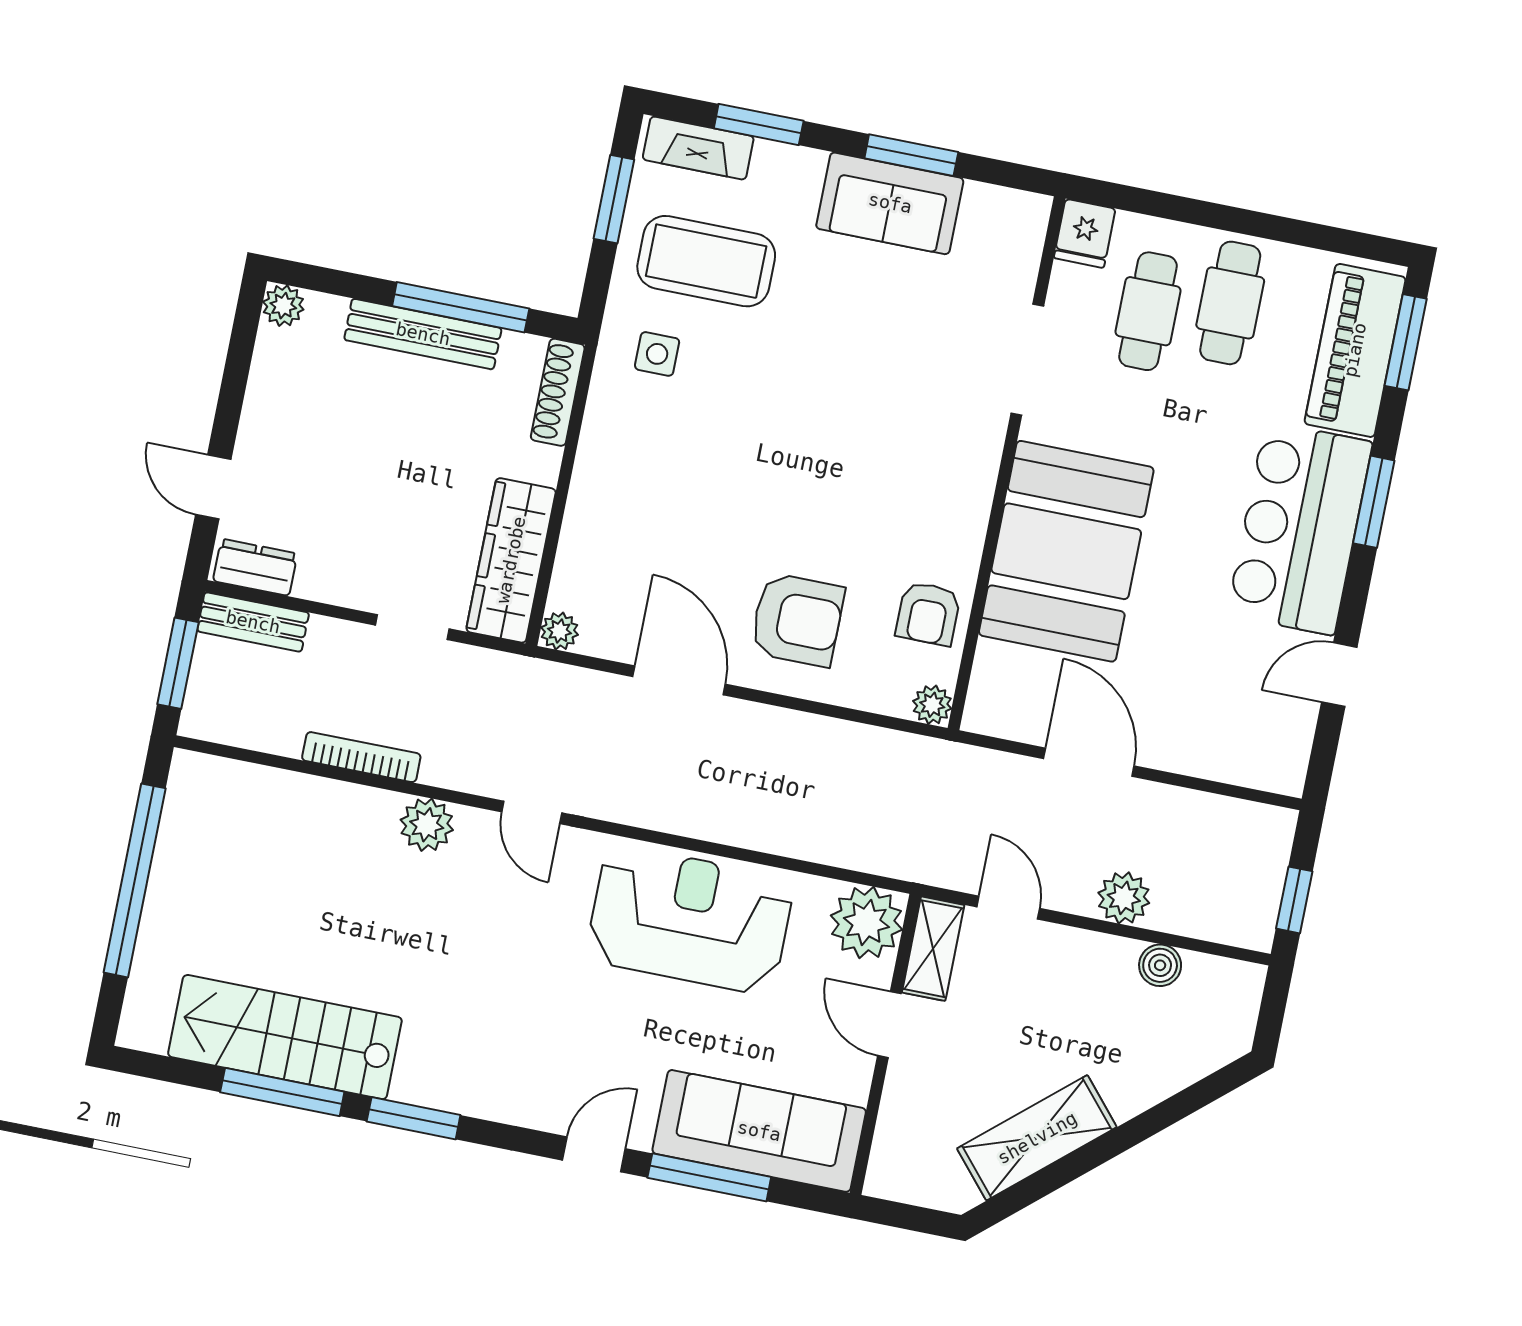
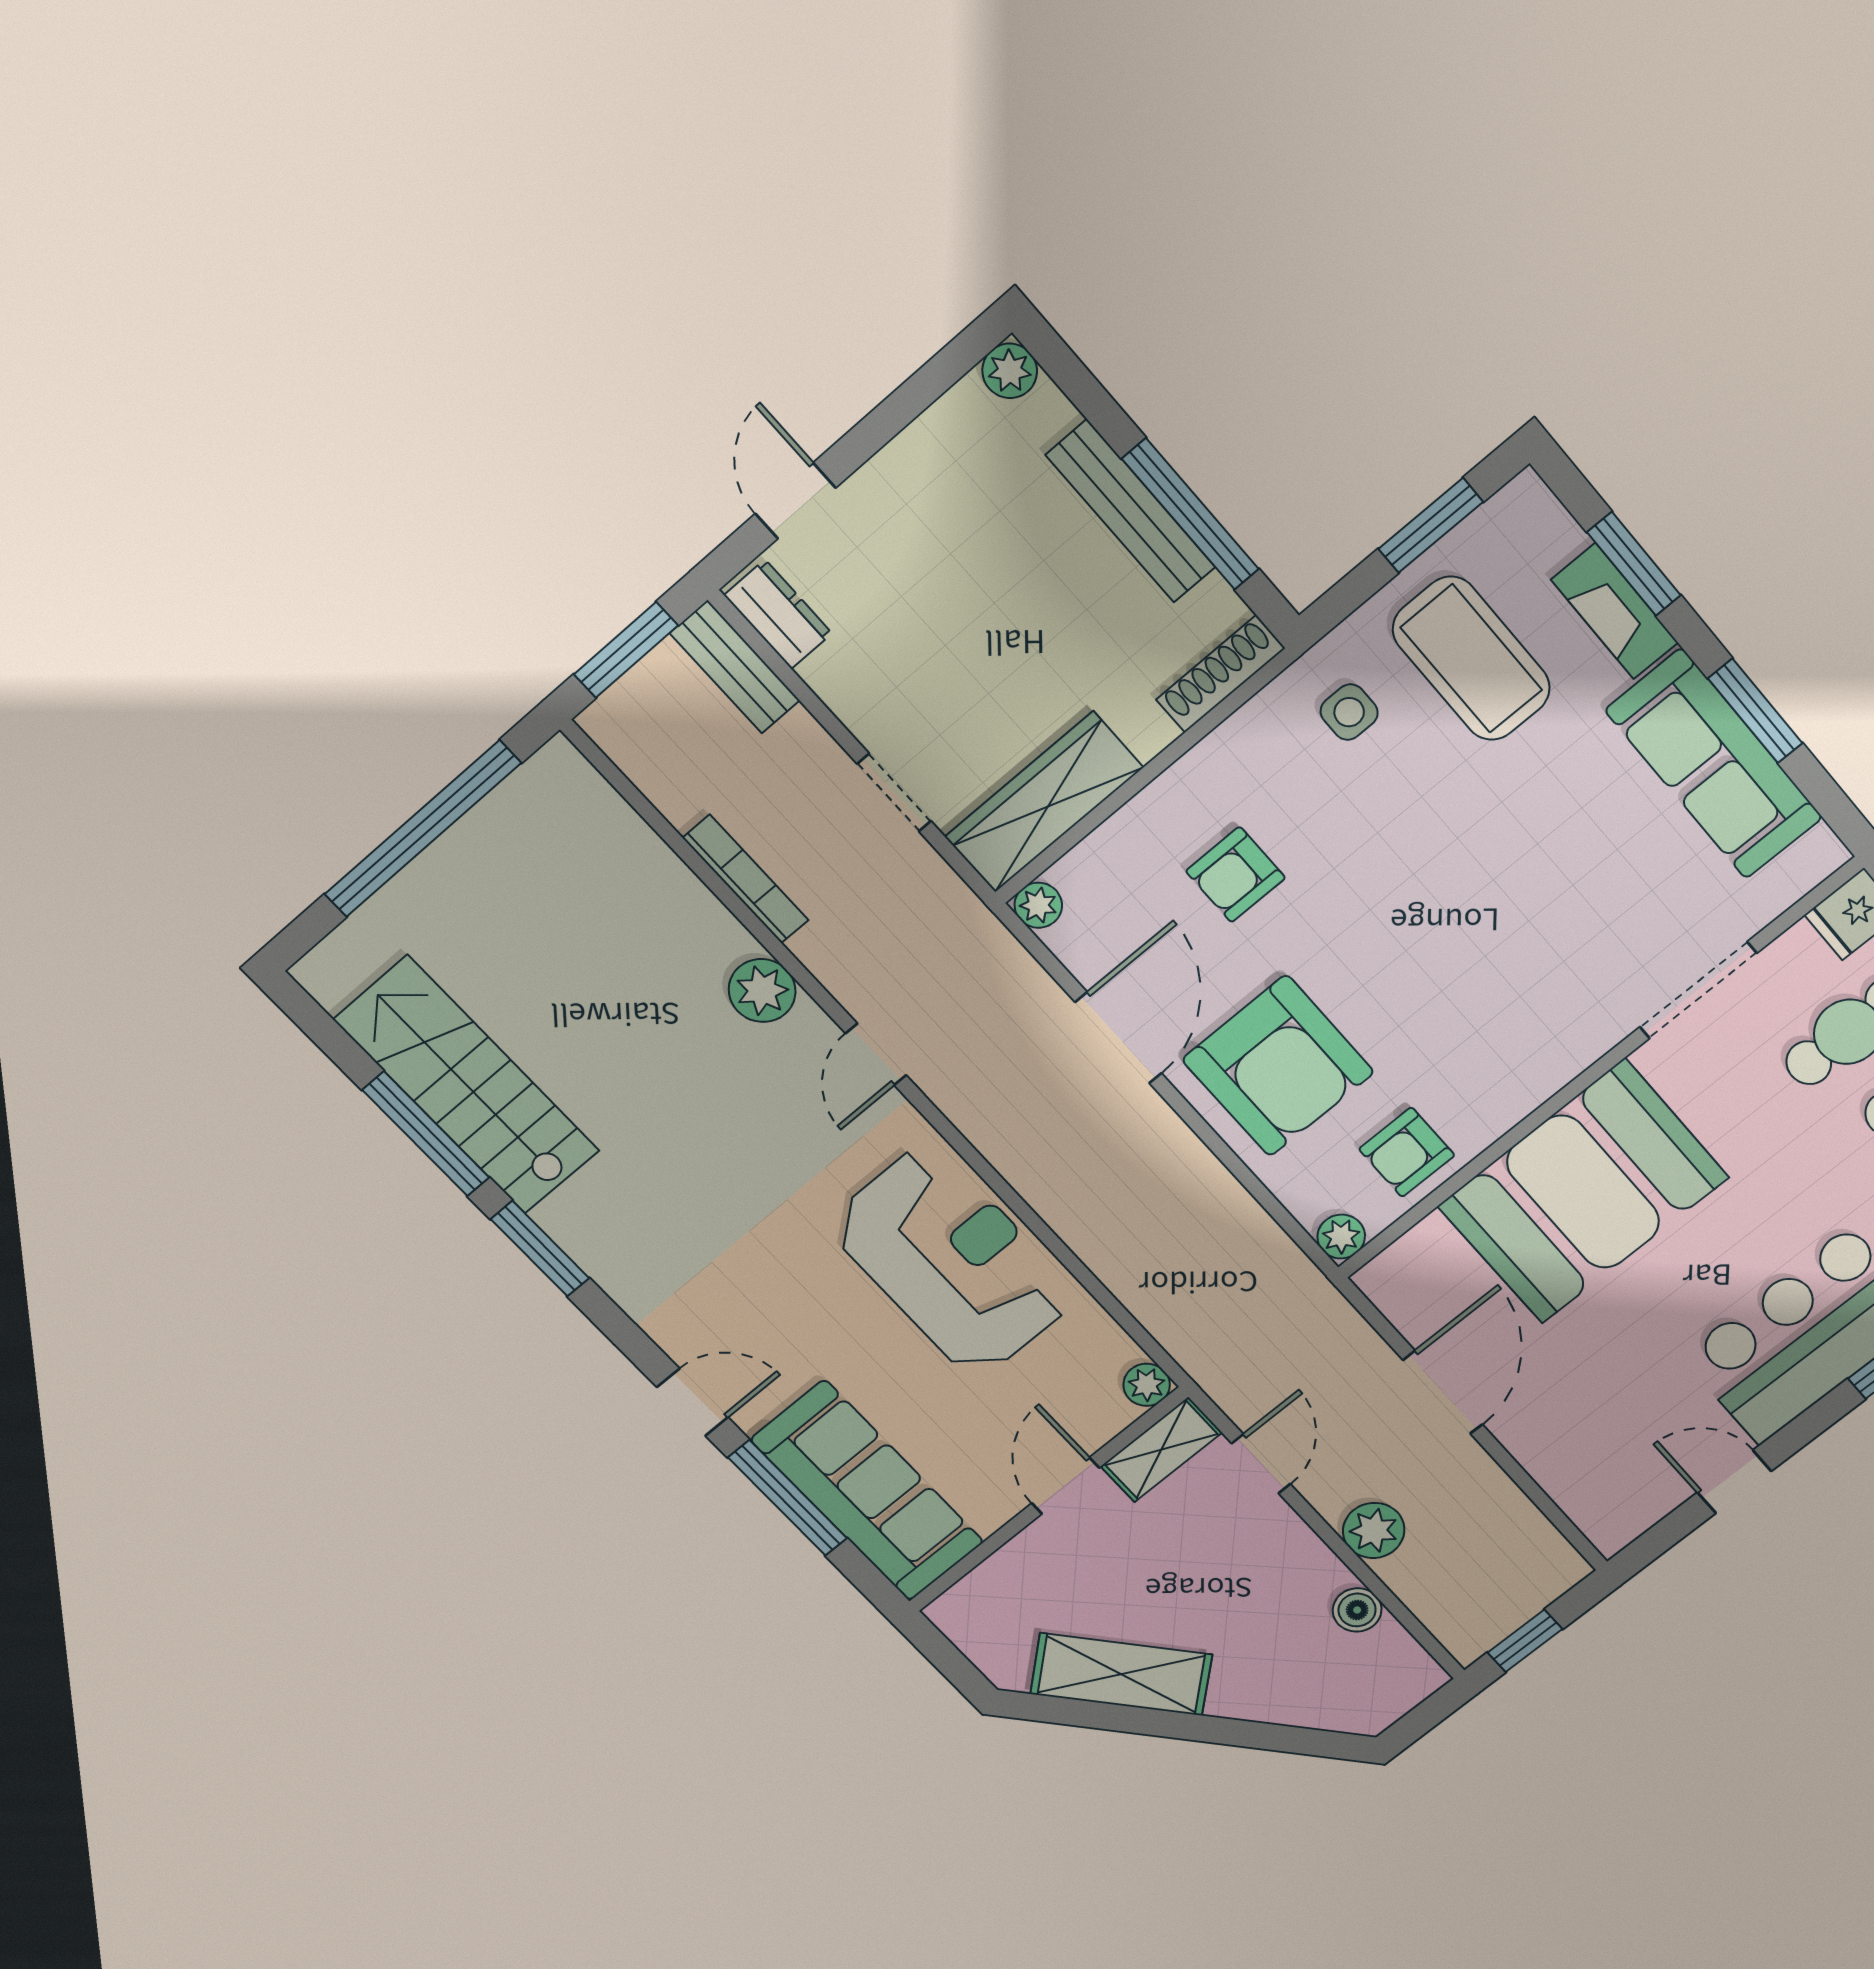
fireplace: (698, 148) -> (1615, 611), moved
sofa: (890, 203) -> (1714, 764), width x1.36
armchair: (669, 514) -> (1236, 875), added
armchair: (797, 620) -> (1278, 1066), width x1.36, depth x1.36
plant: (866, 923) -> (1147, 1385), width x0.53, depth x0.53

